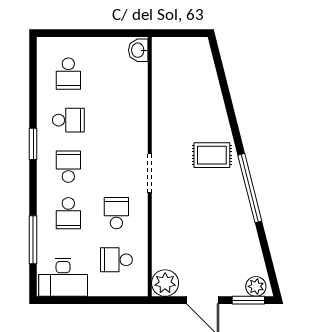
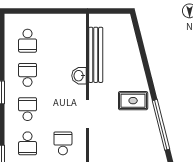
washbasin: (138, 50) -> (79, 76), moved
bench: (161, 93) -> (96, 55), added
school desk: (68, 120) -> (28, 75), turned -90

